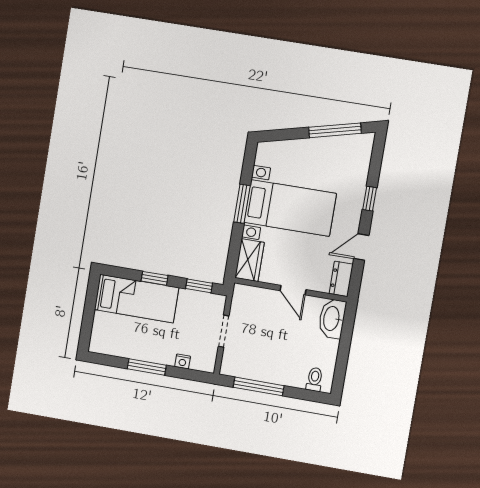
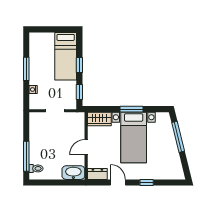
window: (335, 130) -> (178, 137), moved
window: (259, 386) -> (26, 156), moved

